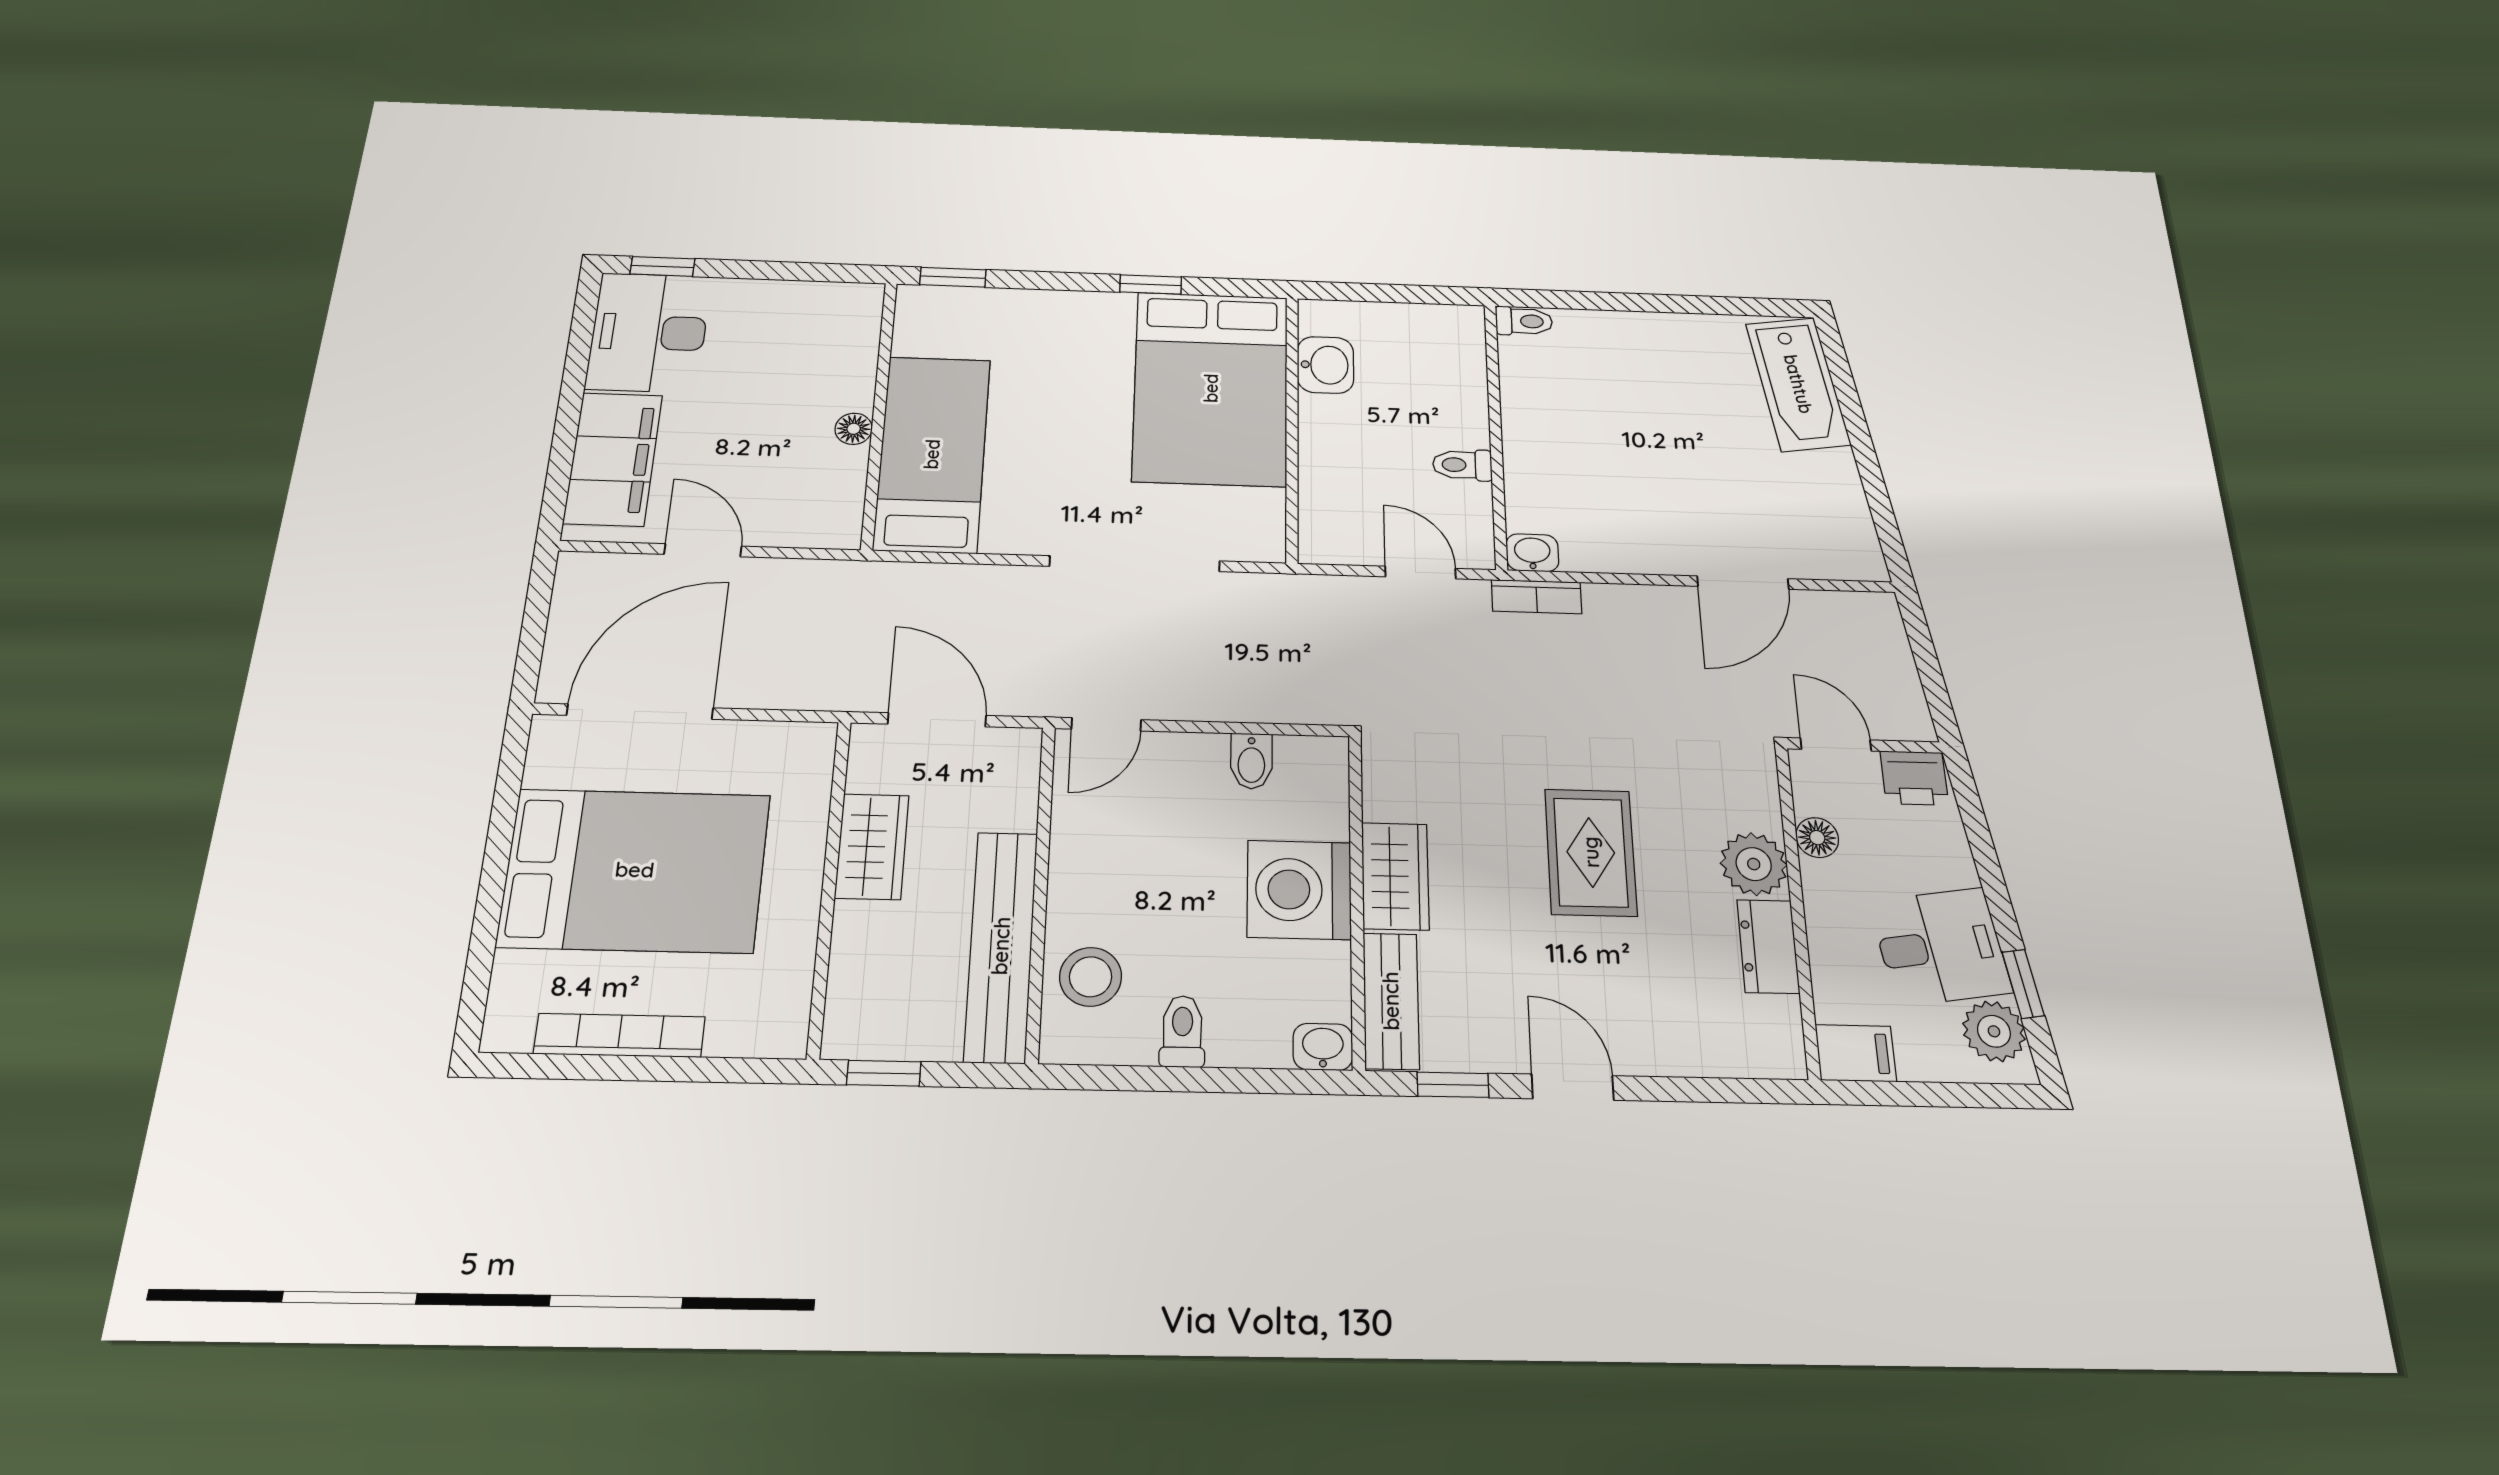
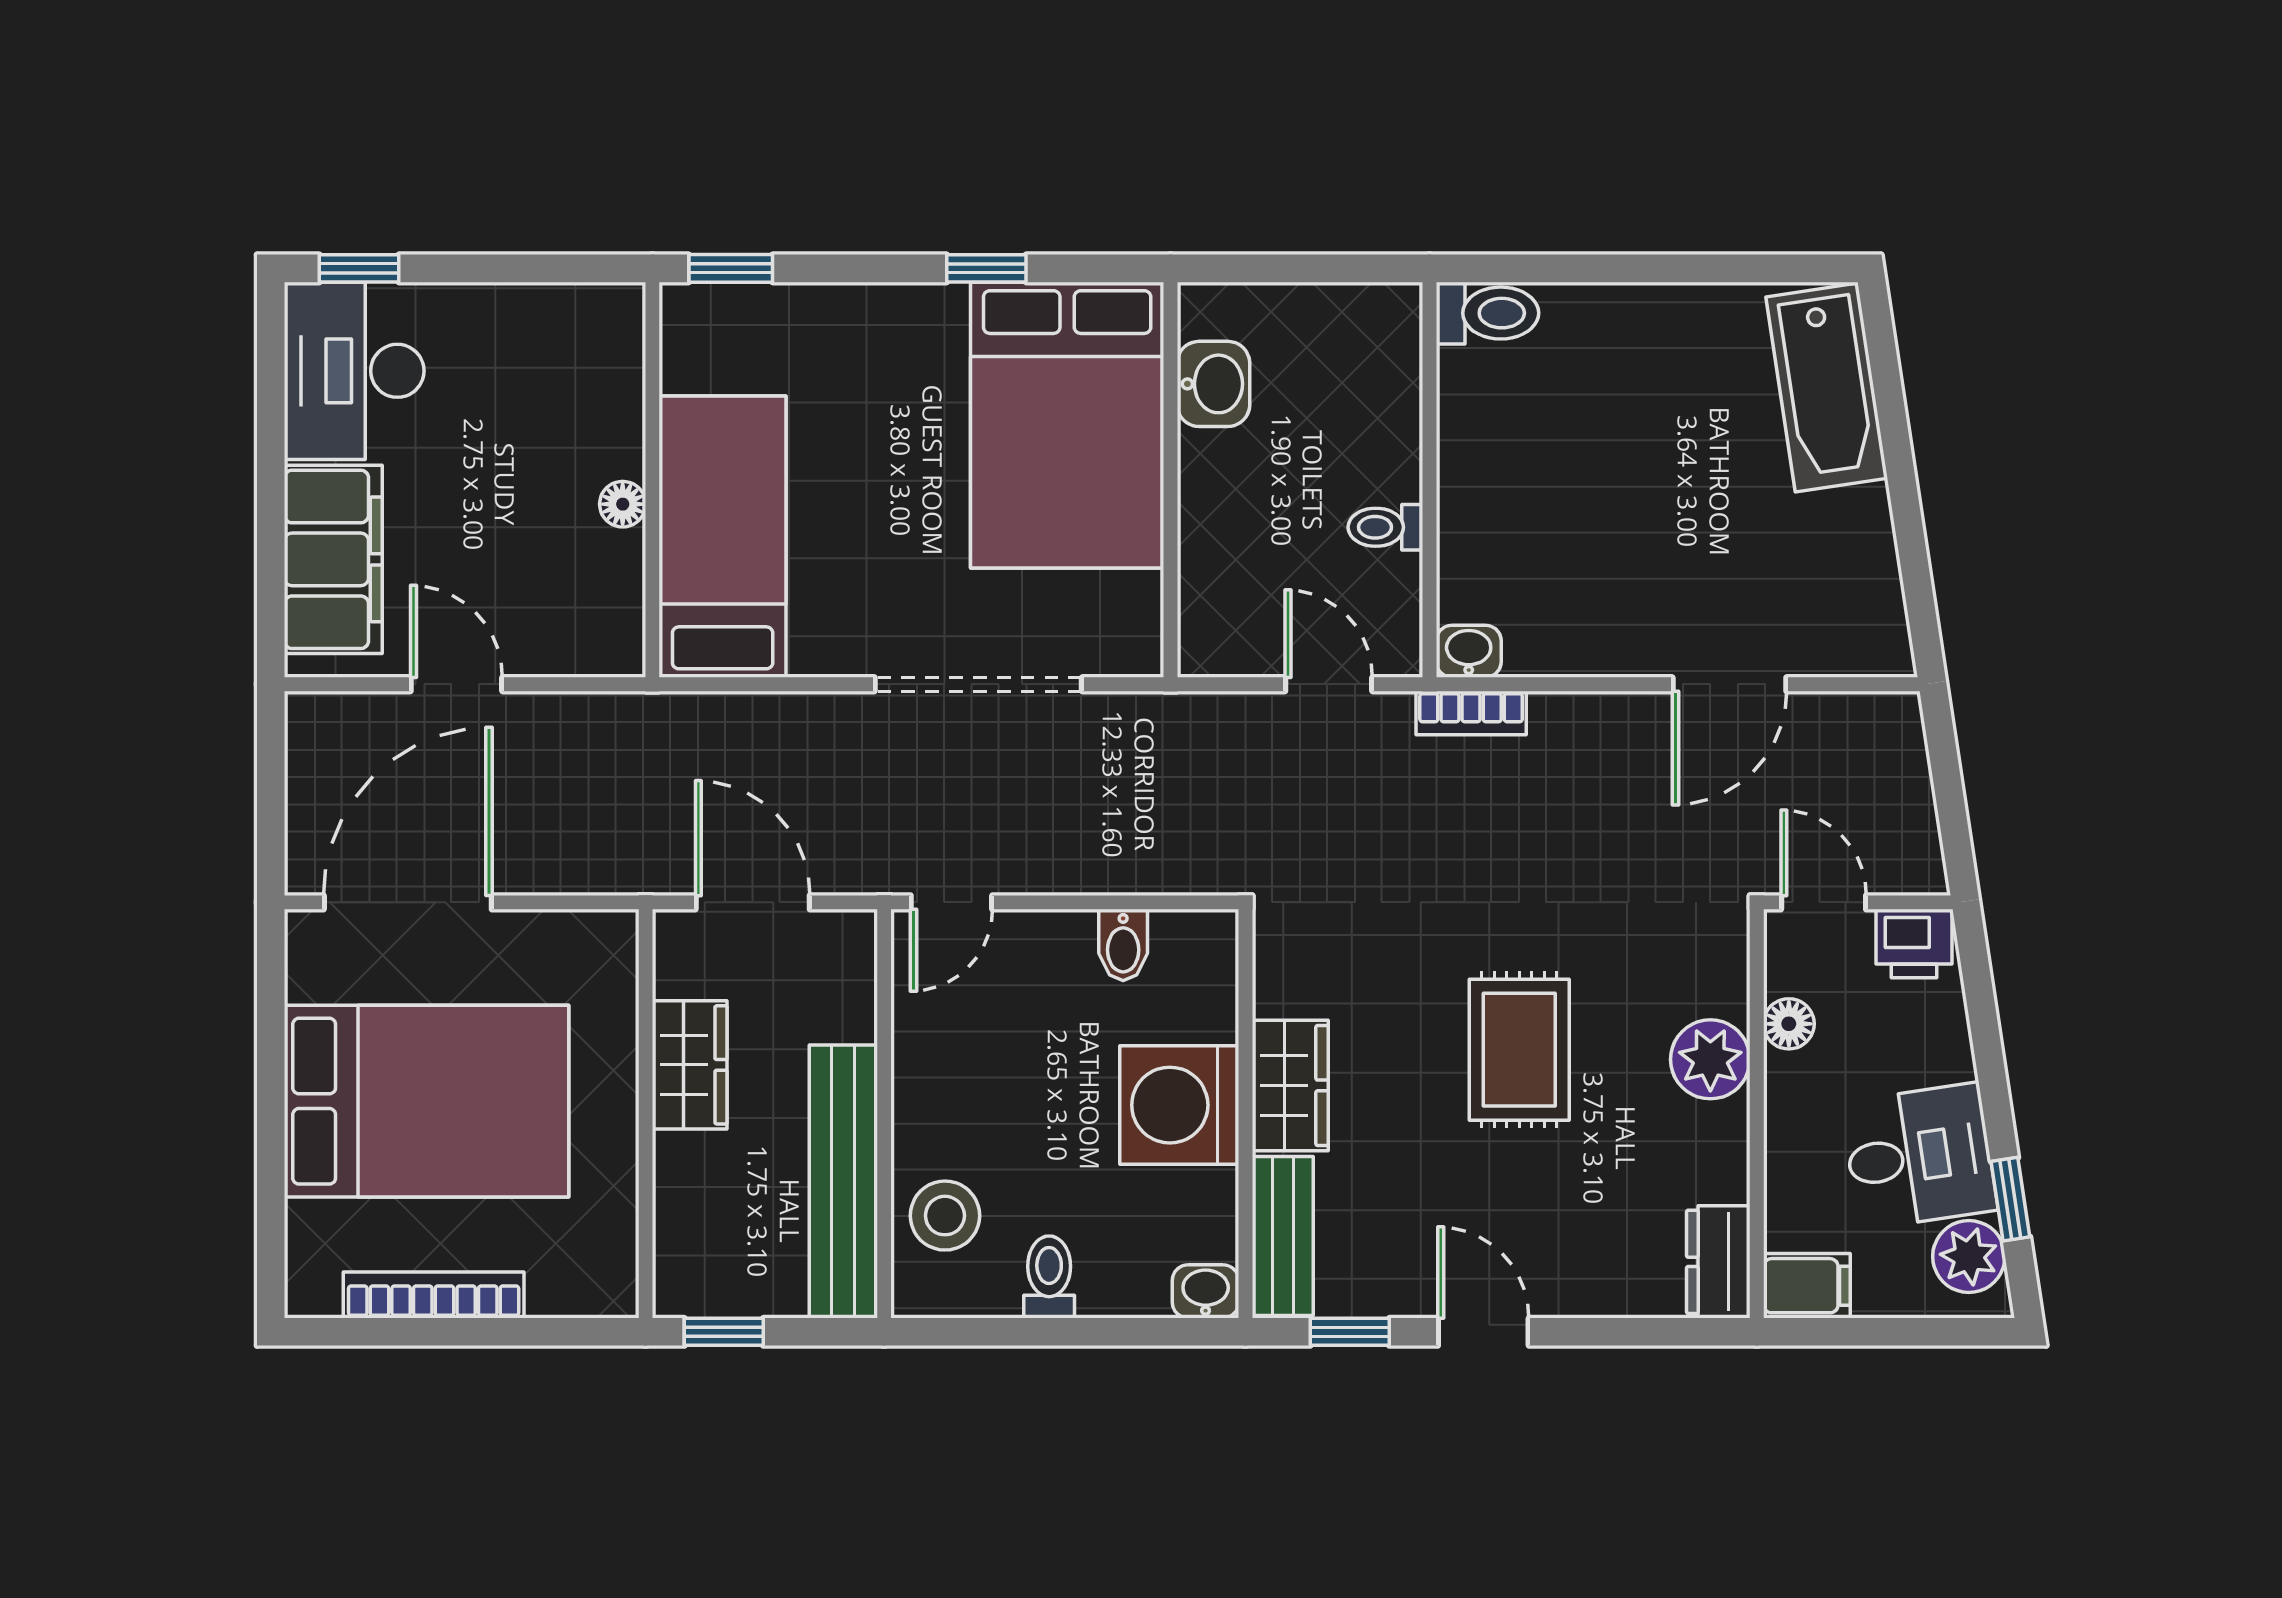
toilet: (1524, 321) -> (1487, 313), width x1.37, depth x1.39
dresser: (1768, 946) -> (1718, 1262), moved

